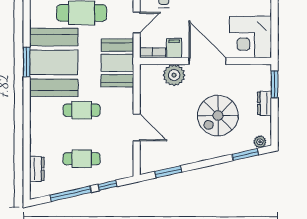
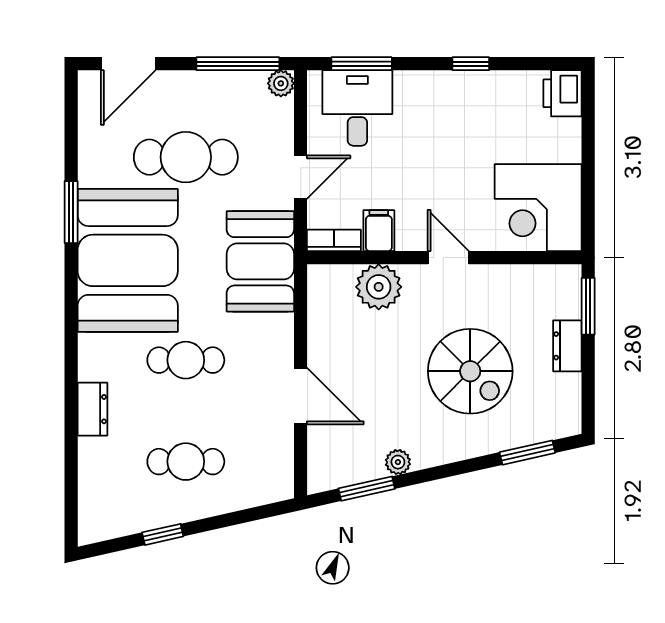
door: (207, 61) -> (448, 258), width x0.53
window: (27, 62) -> (71, 212), moved
spiral stairs: (218, 116) -> (470, 371), turned -90
plant: (260, 142) -> (398, 462), moved
dresser: (37, 169) -> (92, 409), moved
window: (107, 185) -> (240, 517), removed
window: (71, 194) -> (163, 534), width x0.46

